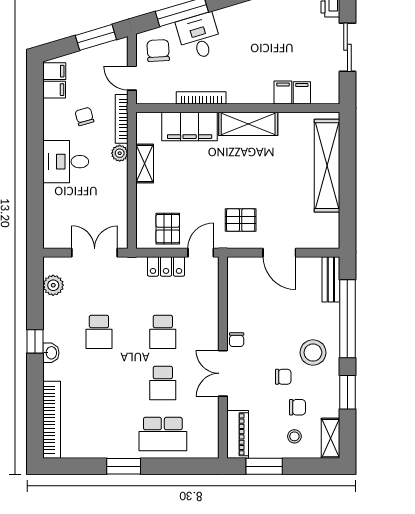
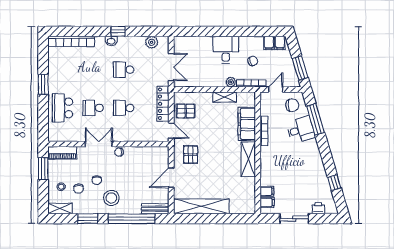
filing cabinet: (283, 93) -> (267, 202), moved
shelving: (327, 166) -> (201, 206), moved
locker: (166, 266) -> (163, 104), width x1.53

